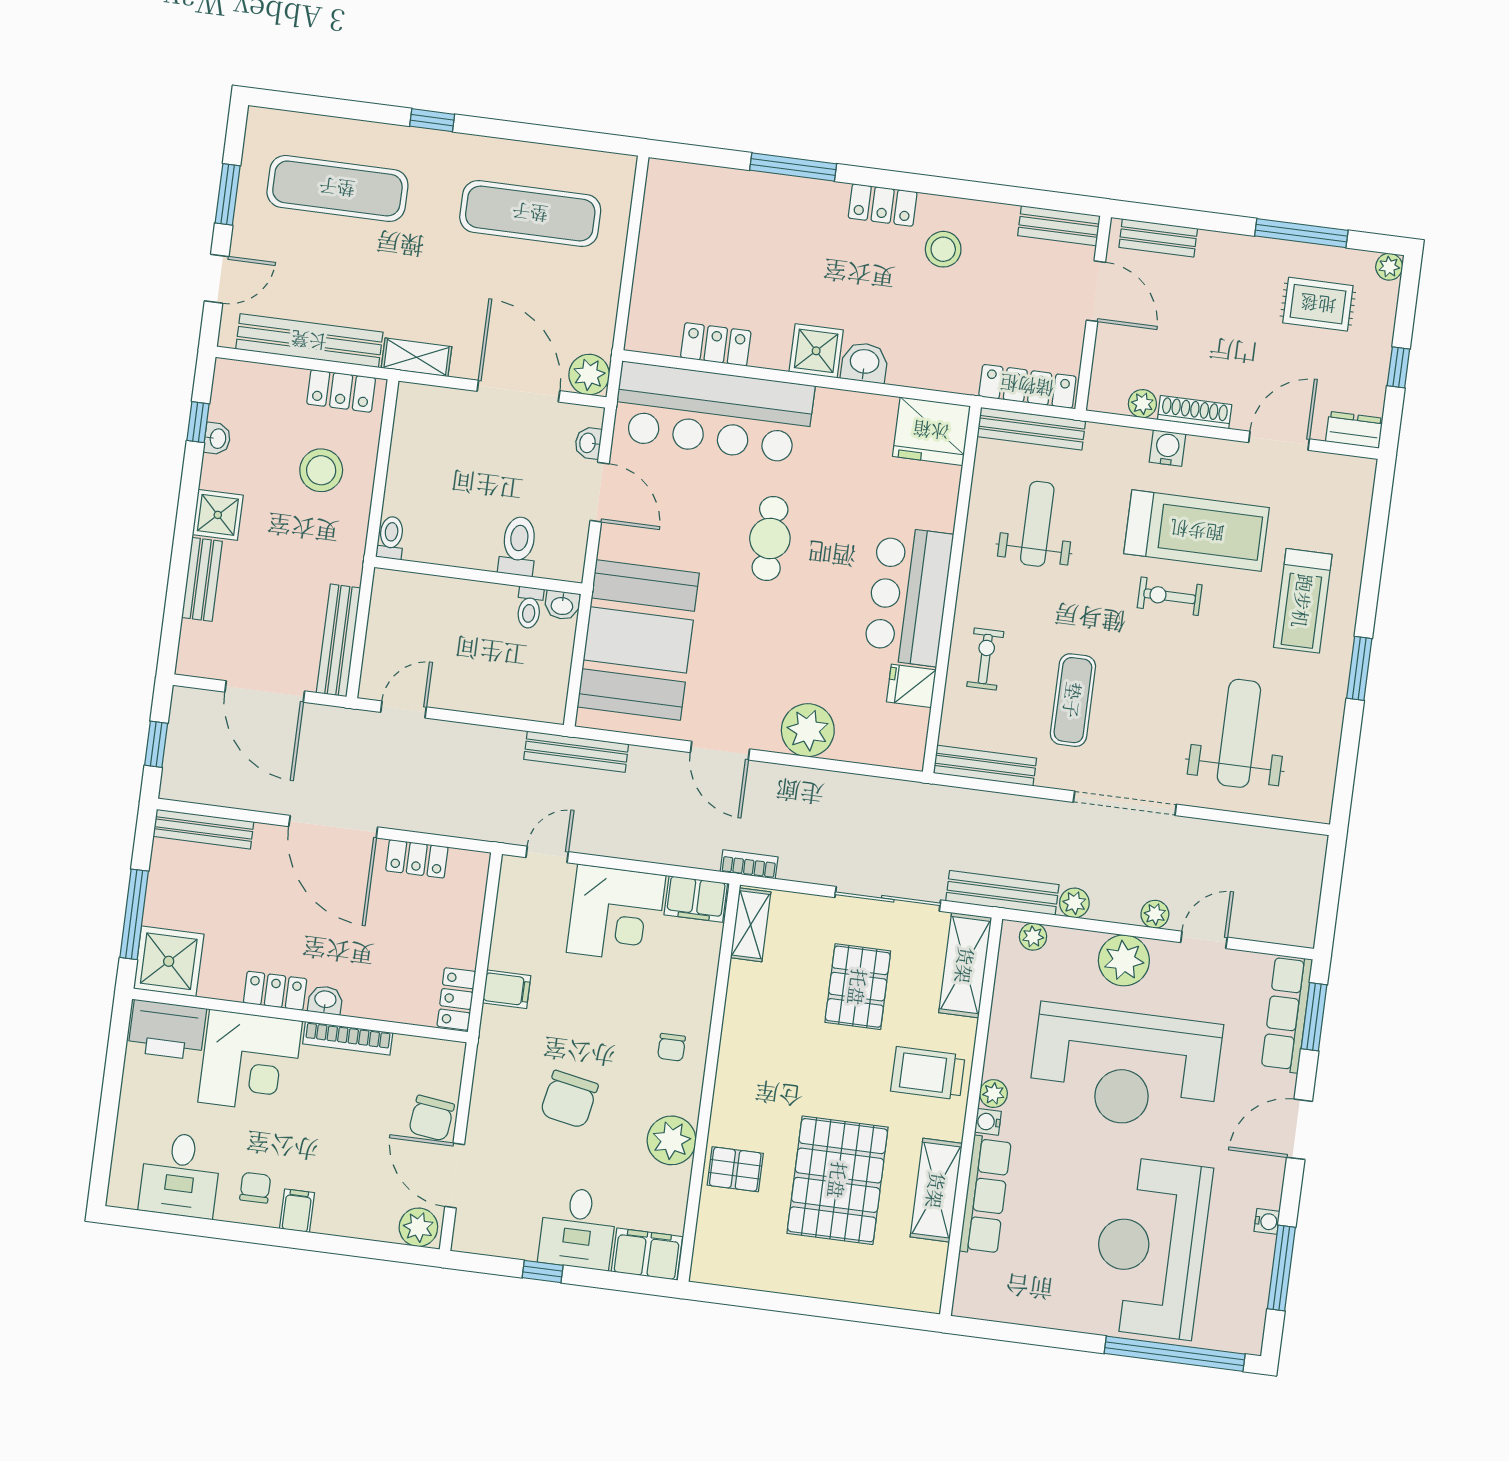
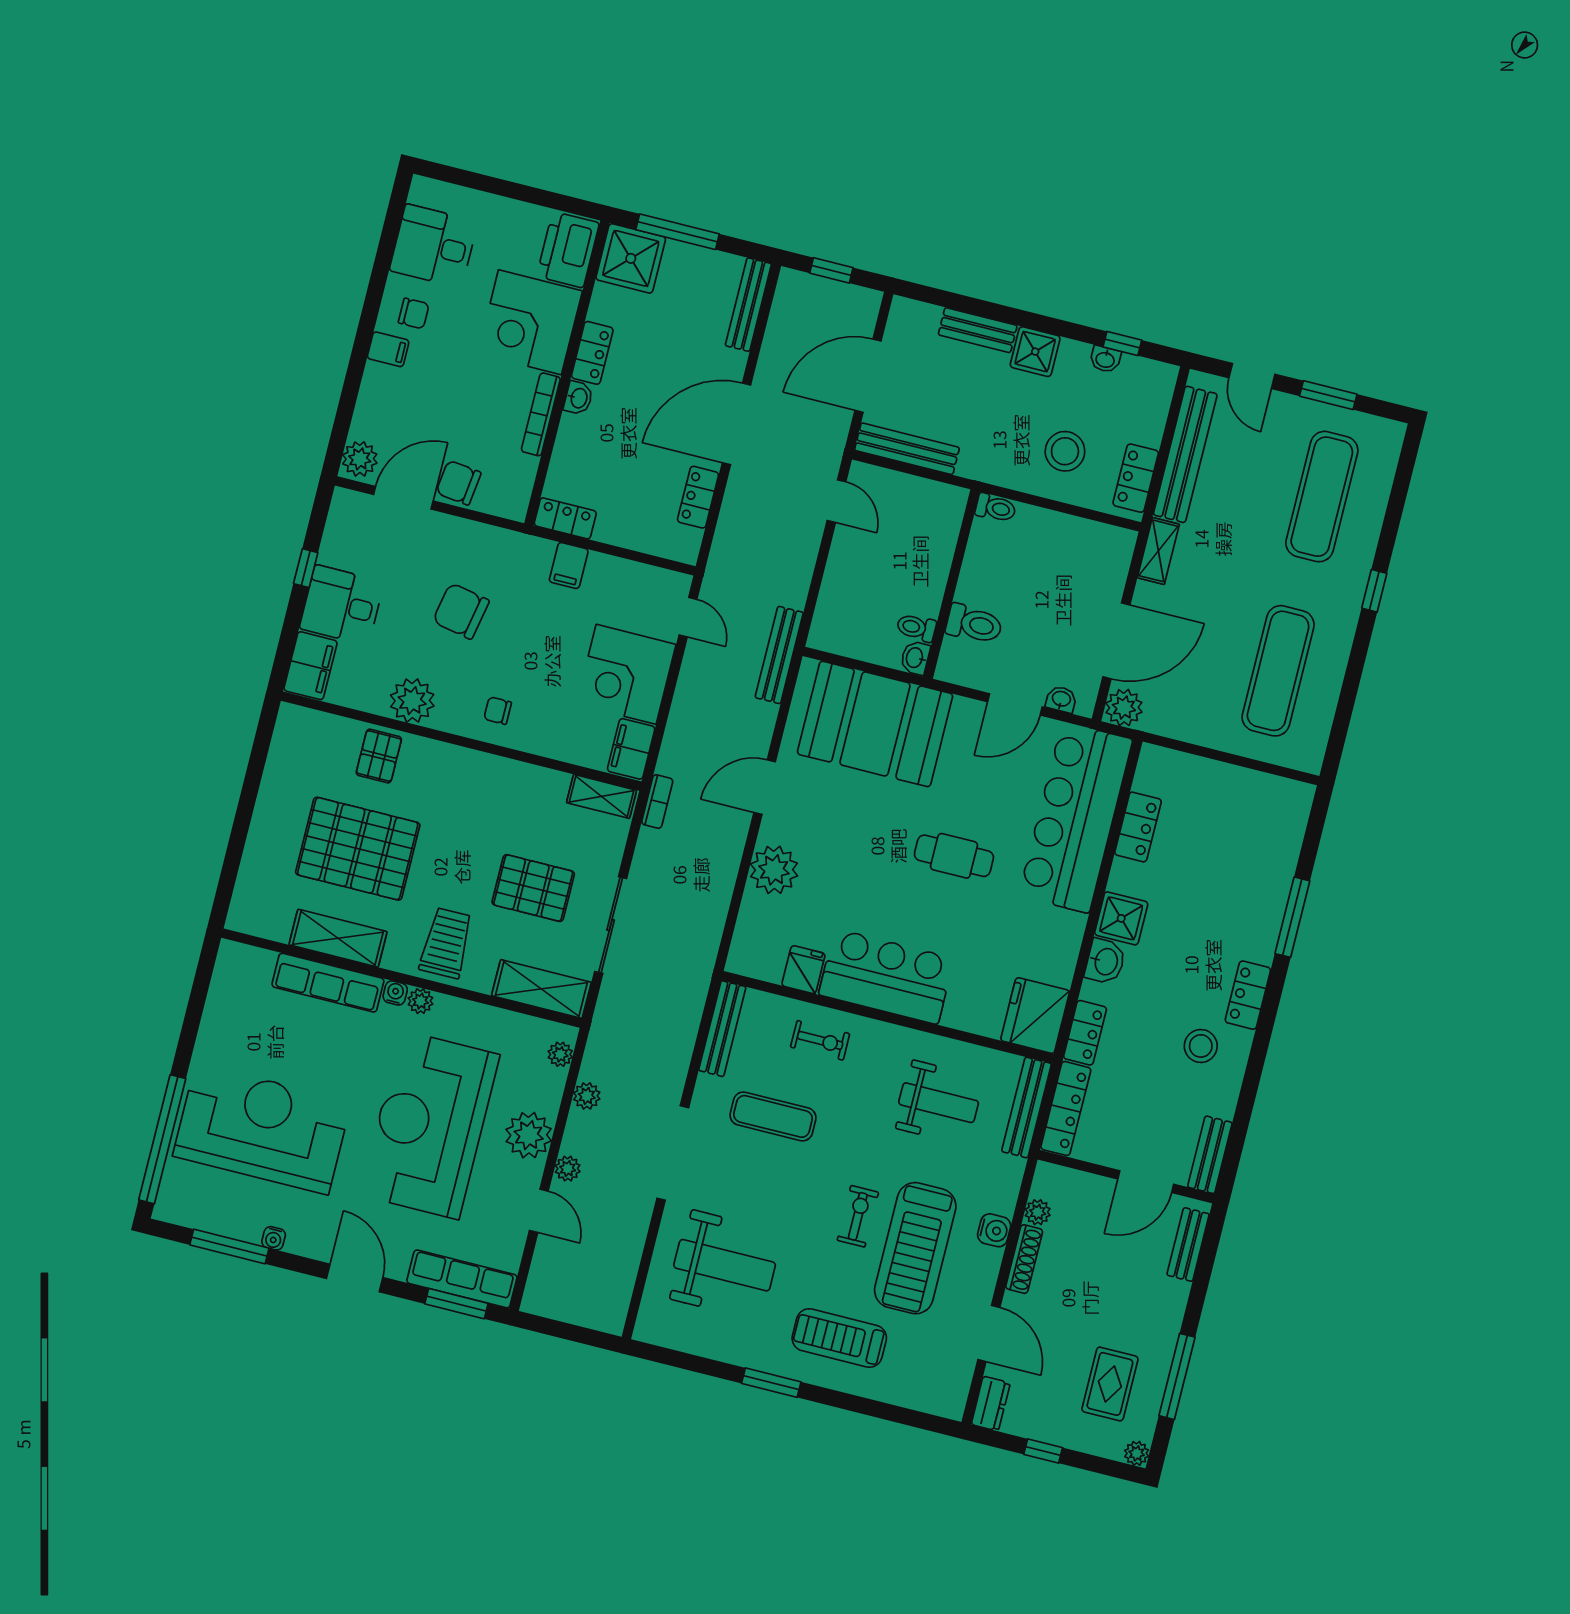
locker: (944, 375) -> (1085, 1033), added
bench: (1002, 893) -> (604, 1031), removed

